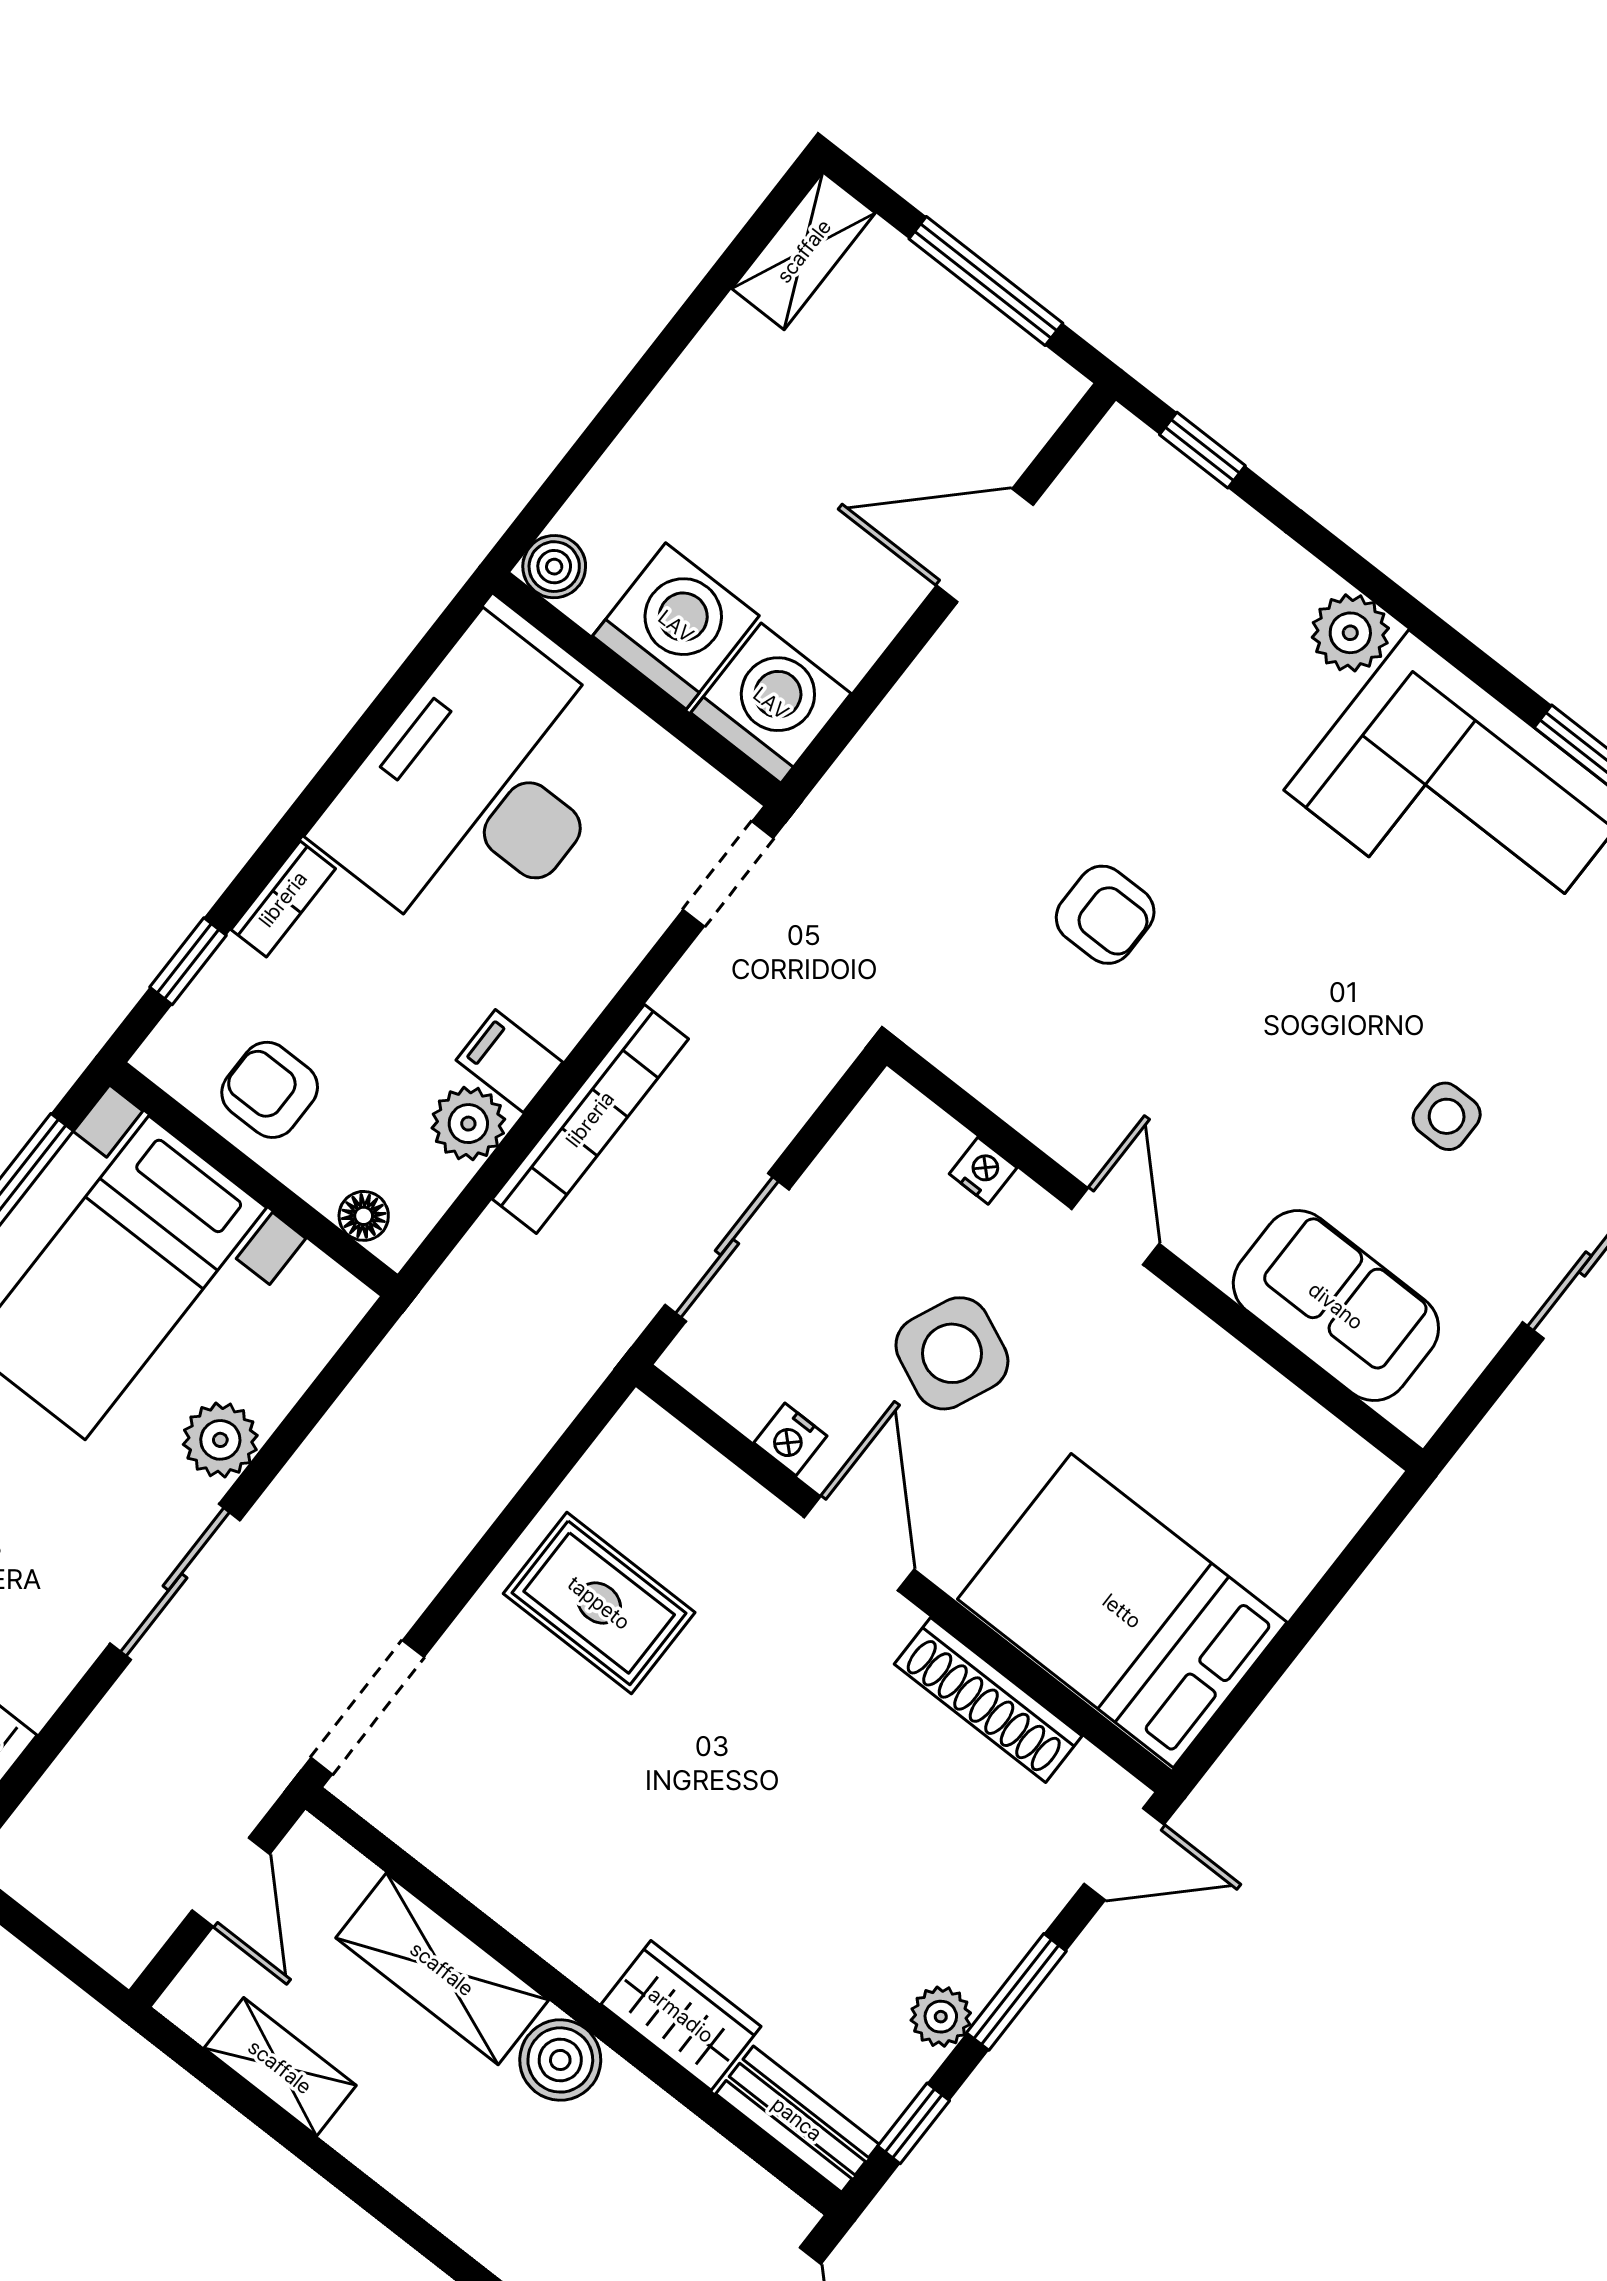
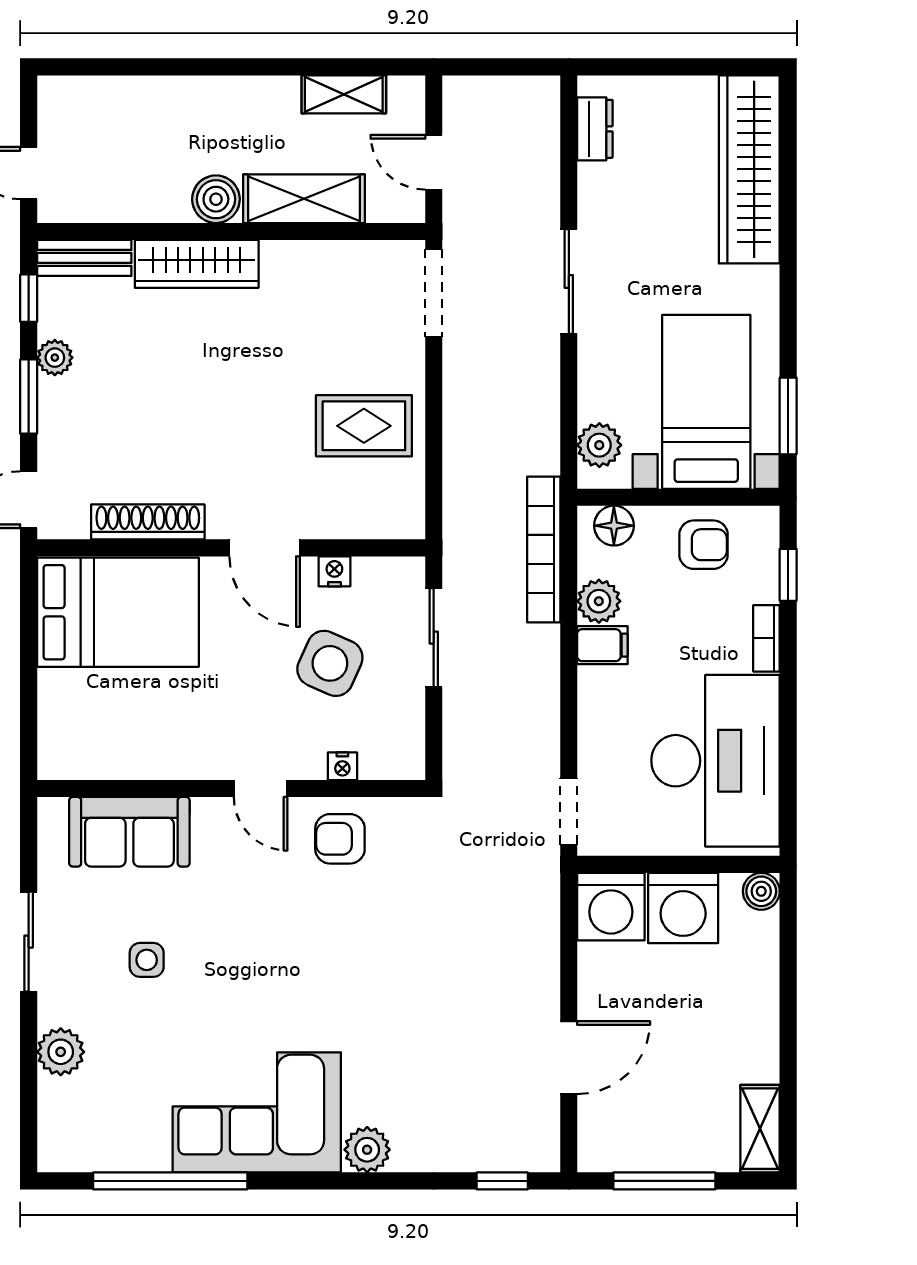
armchair: (1105, 915) -> (340, 839), moved
bookcase: (590, 1119) -> (544, 549), moved
floor lamp: (364, 1216) -> (614, 526), width x1.37, depth x1.37
side table: (952, 1353) -> (330, 663), moved
plant: (220, 1440) -> (599, 445), moved
wardrobe: (681, 2015) -> (197, 264), width x1.50

